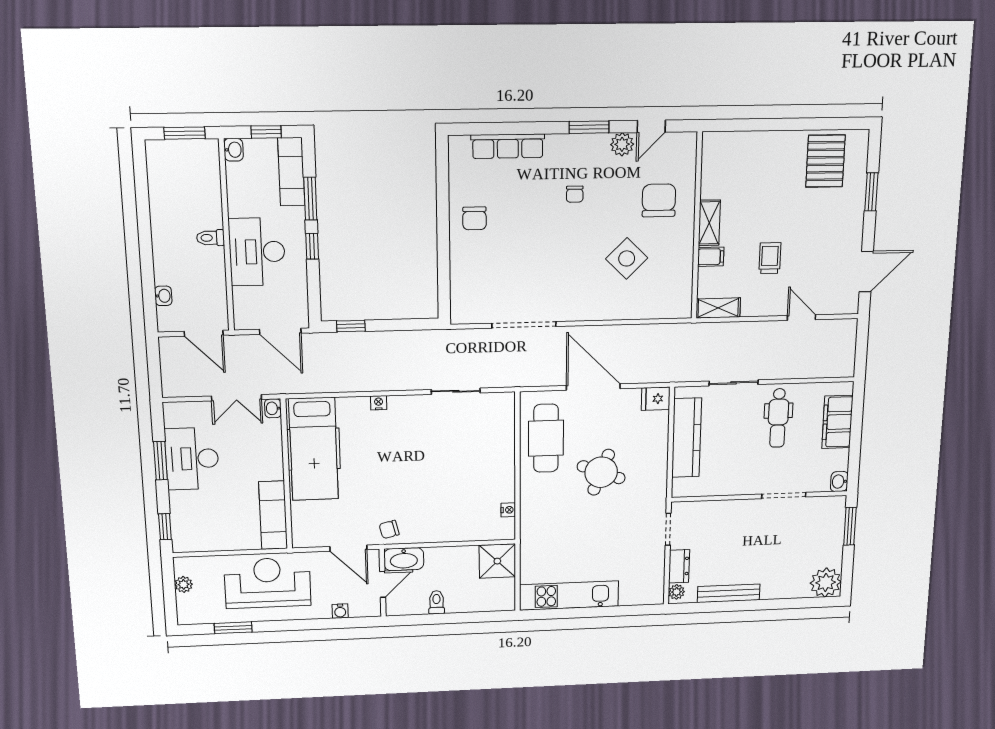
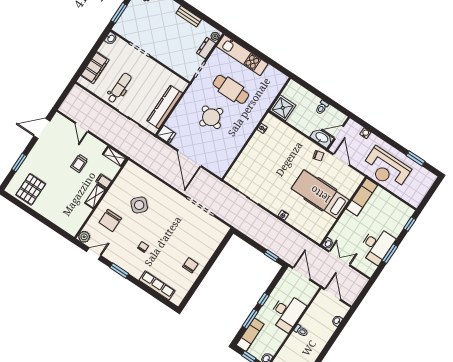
plant: (622, 144) -> (84, 237), moved
cafe table: (546, 438) -> (231, 89), moved, turned 90
hospital bed: (314, 449) -> (320, 194), moved, turned -90
plant: (184, 584) -> (421, 193), removed
bench: (729, 593) -> (189, 16), width x0.73
kitchen unit: (569, 595) -> (242, 55), moved

